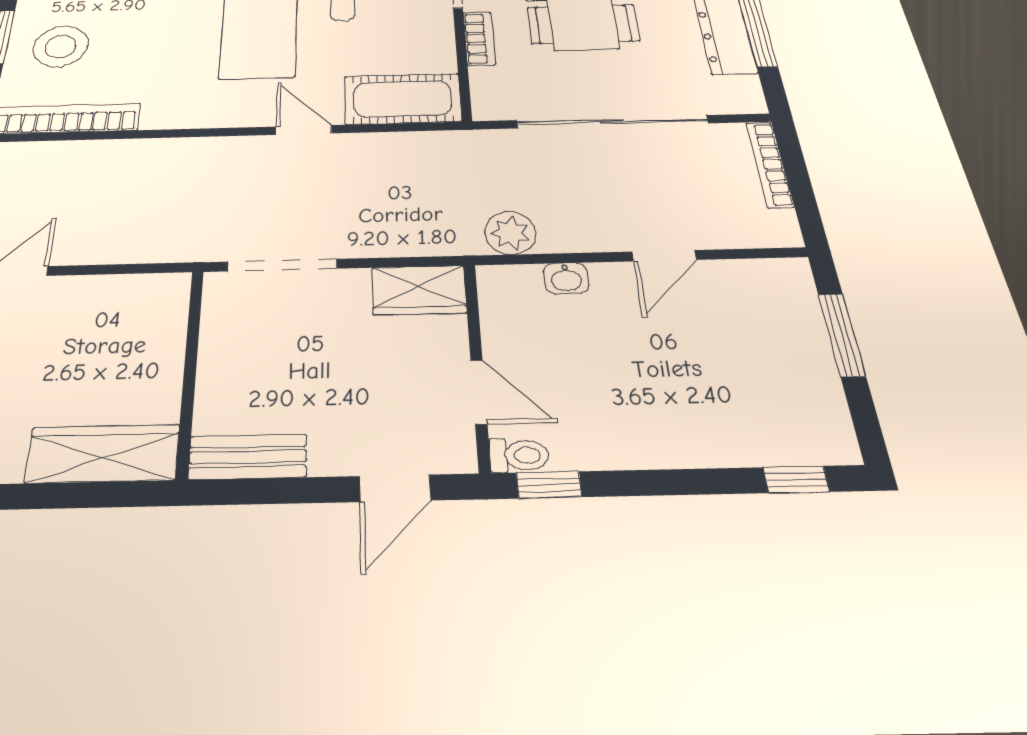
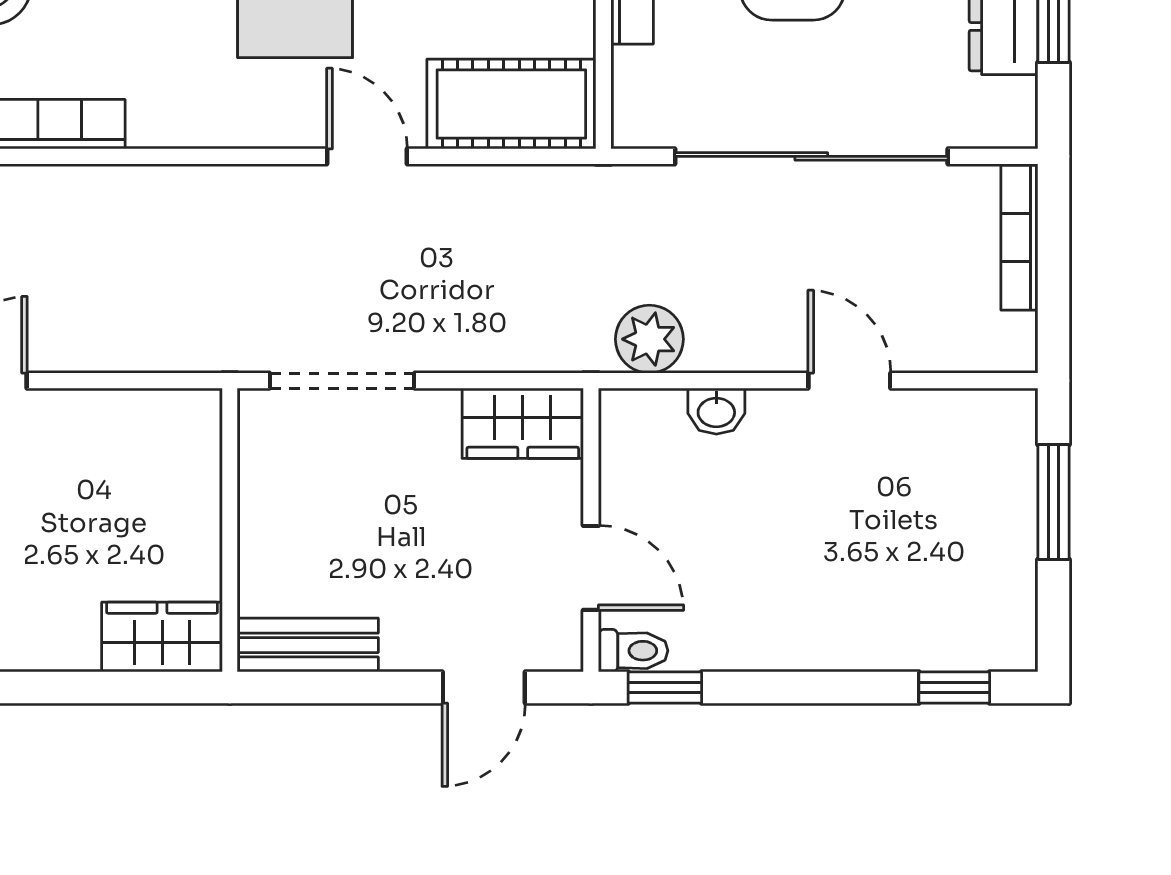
door: (664, 256) -> (849, 381), swing flipped
wardrobe: (103, 454) -> (162, 637), width x0.67

